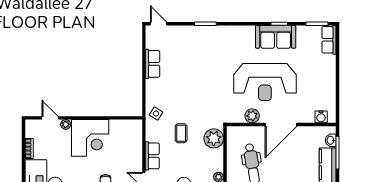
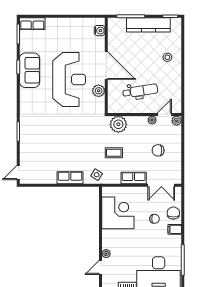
row of seats: (152, 64) -> (70, 178), moved
corner desk: (90, 138) -> (118, 213), moved
washbasin: (331, 140) -> (120, 22), removed

